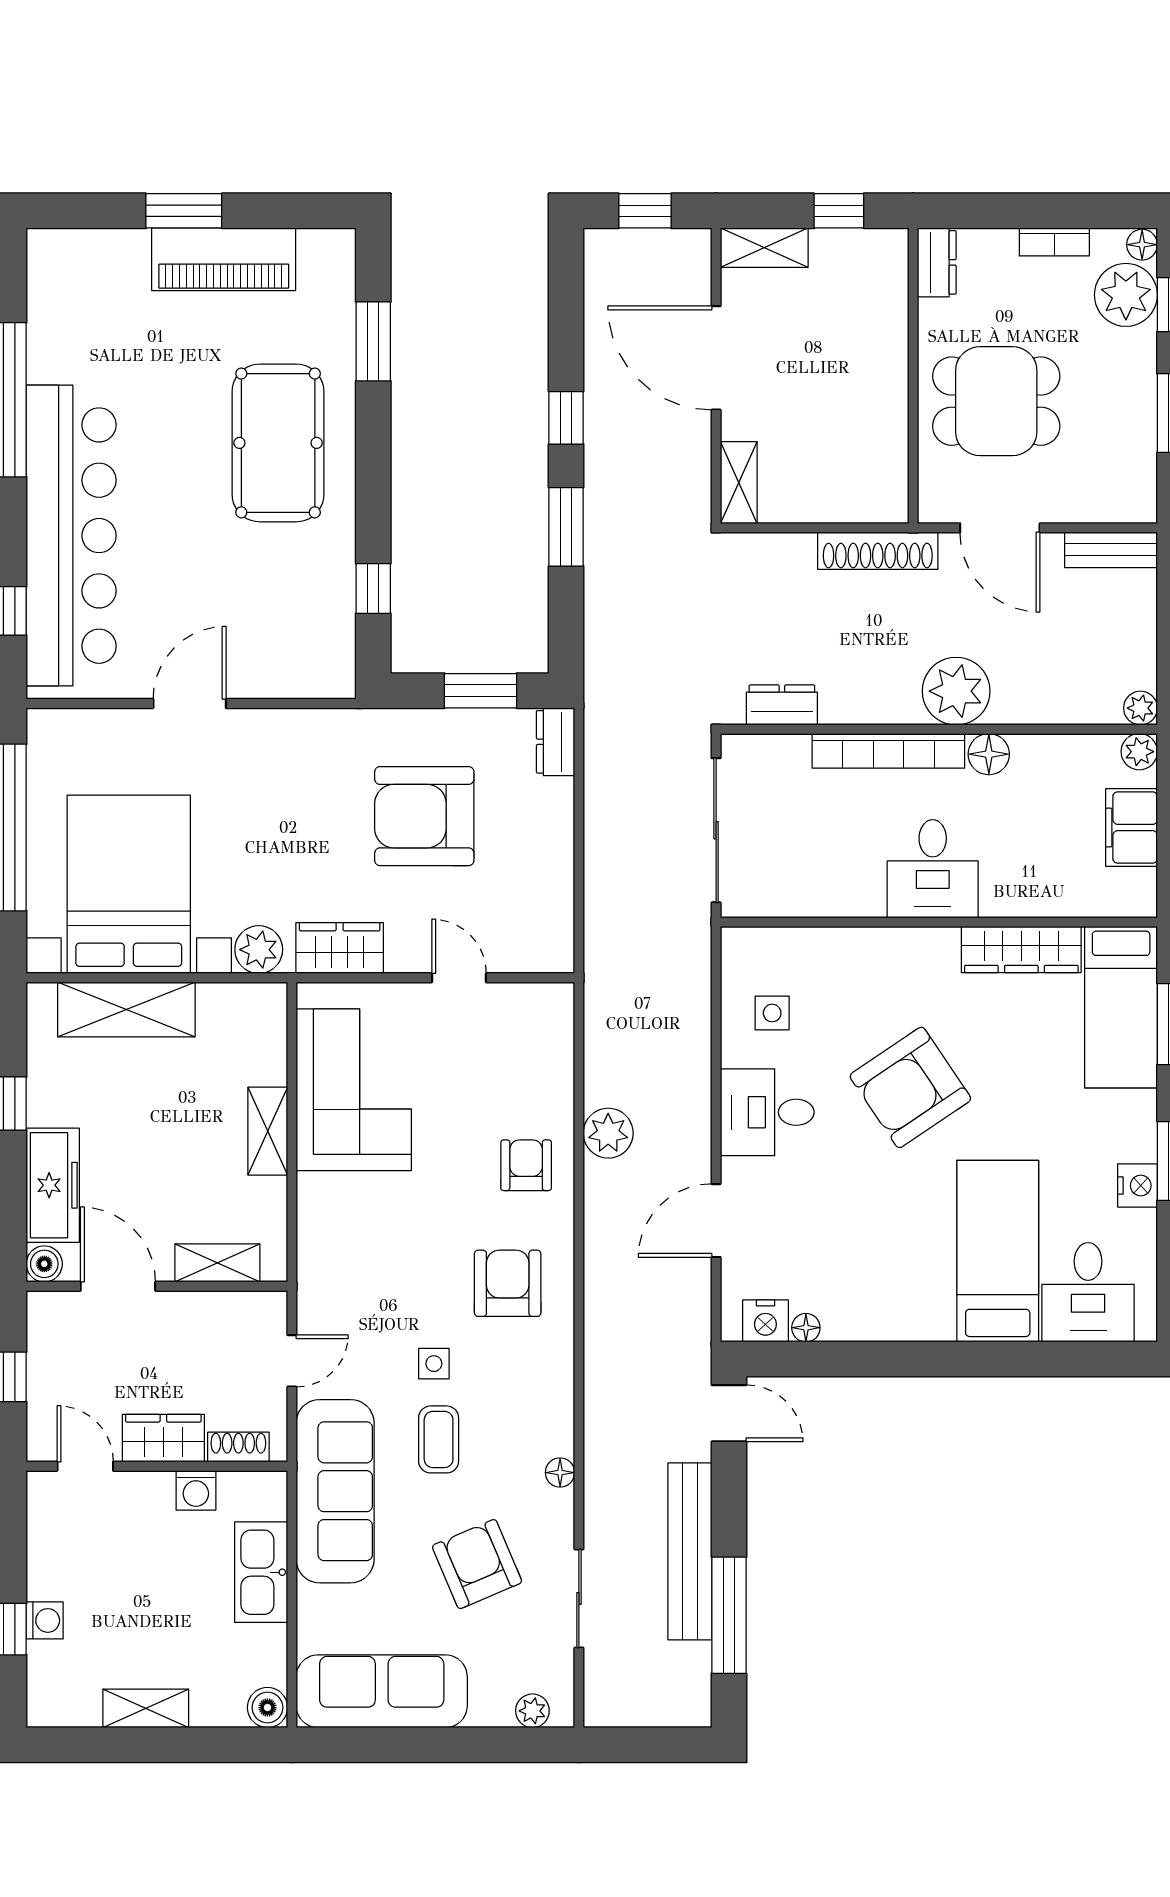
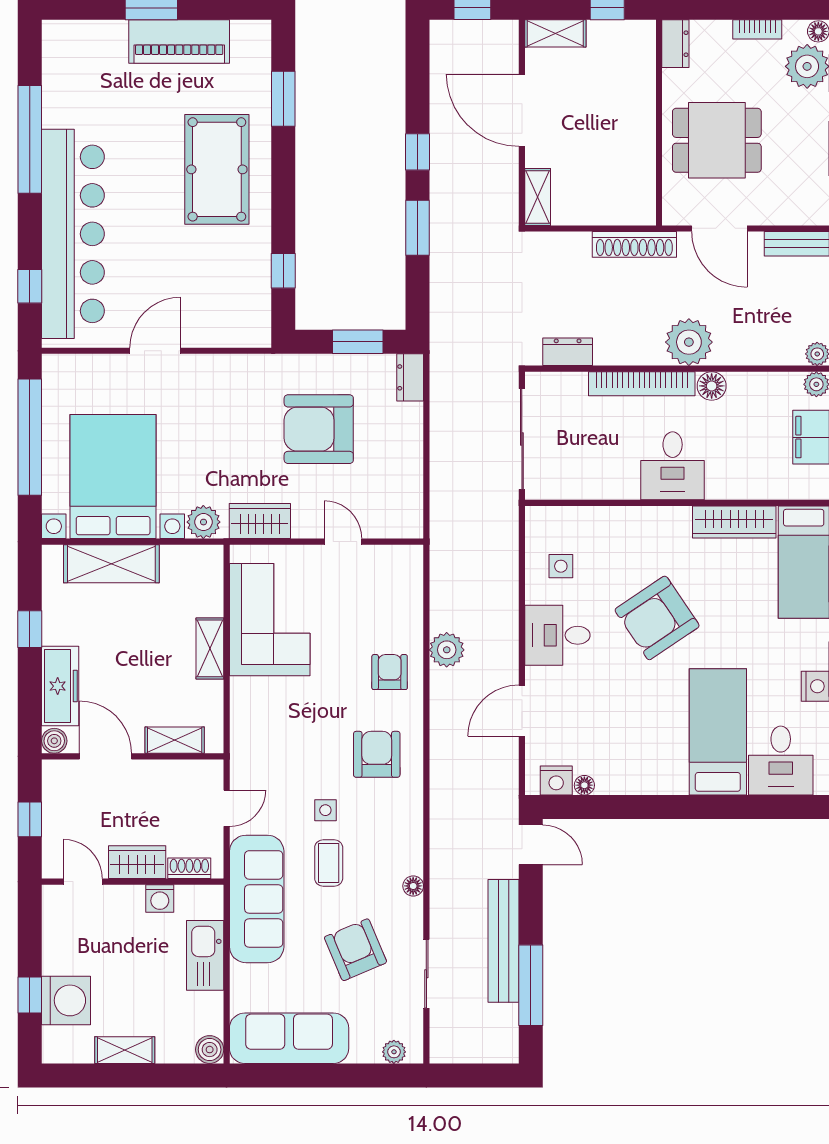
washing machine: (45, 1620) -> (66, 1000), width x1.89, depth x1.89

